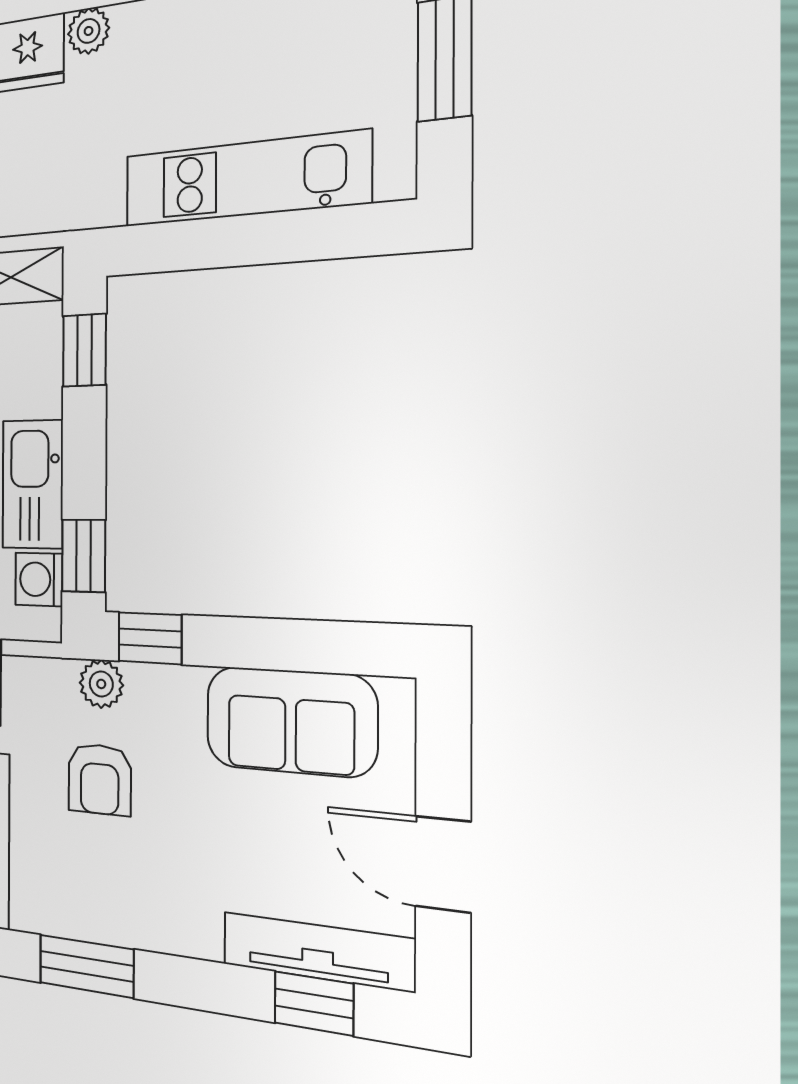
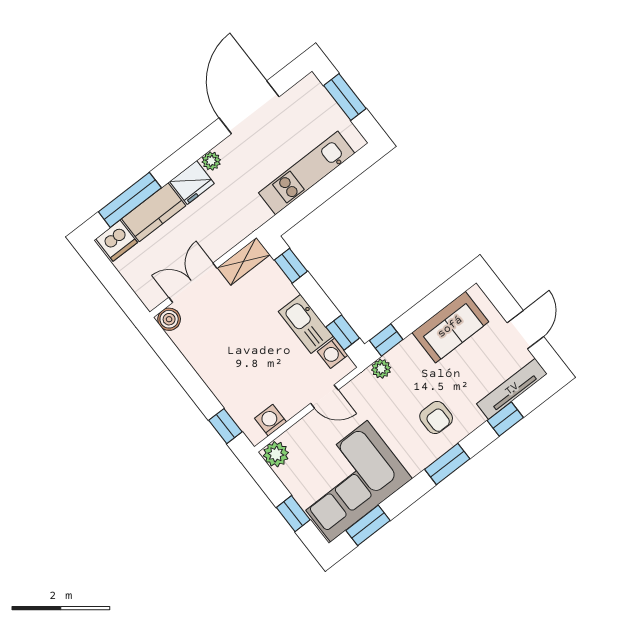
armchair: (100, 779) -> (436, 418), moved
door: (443, 864) -> (525, 330), swing flipped
window: (314, 1003) -> (505, 419), moved

